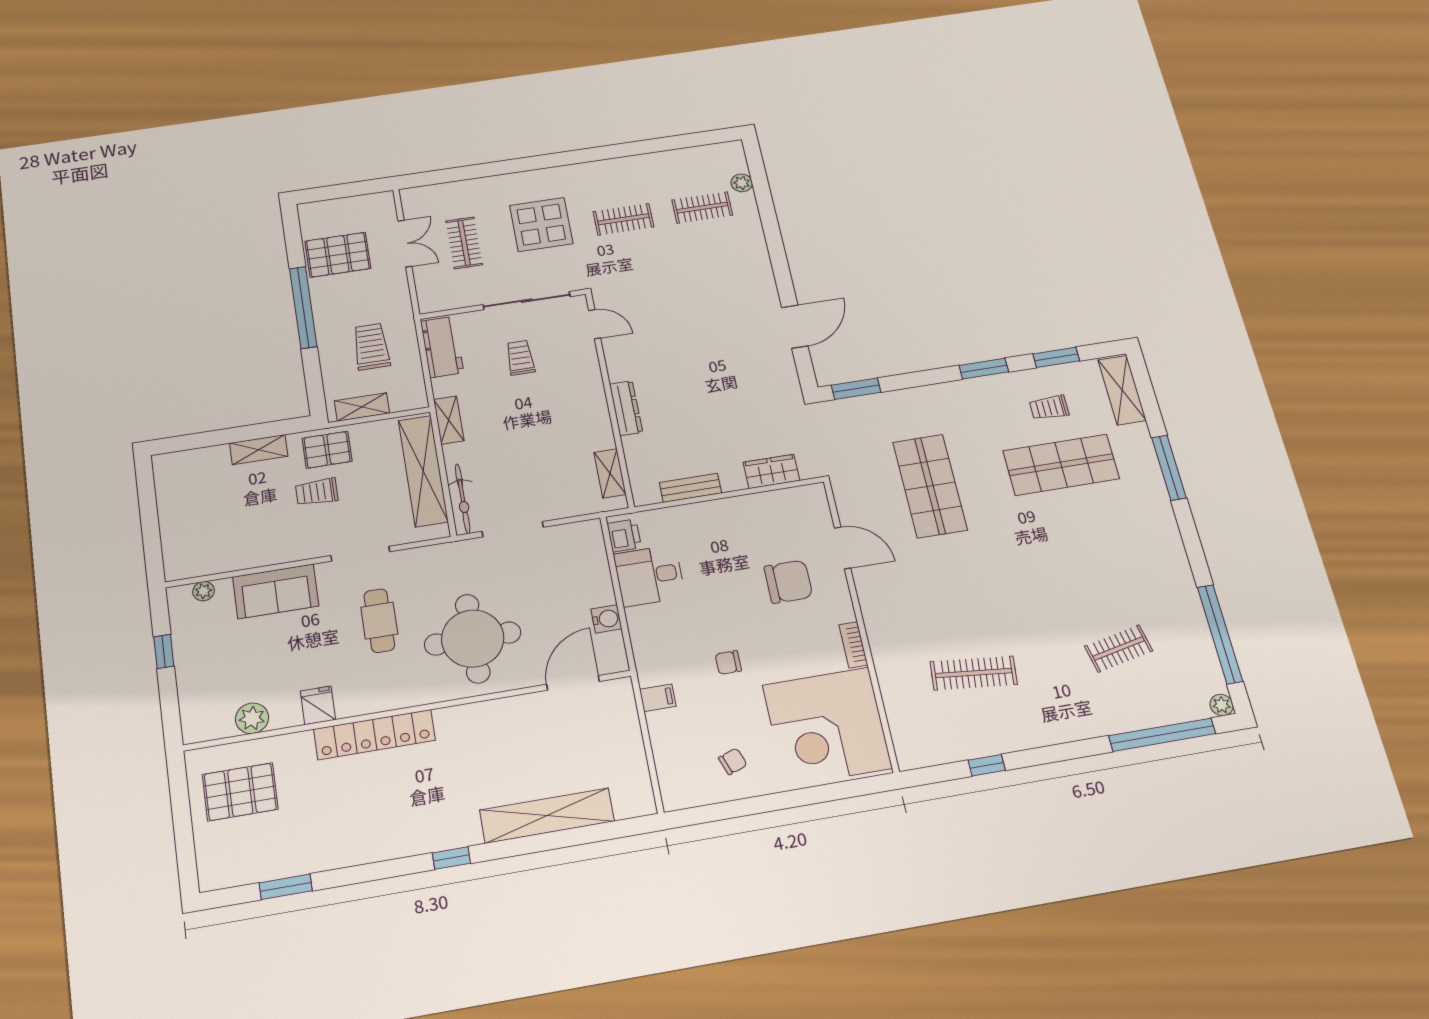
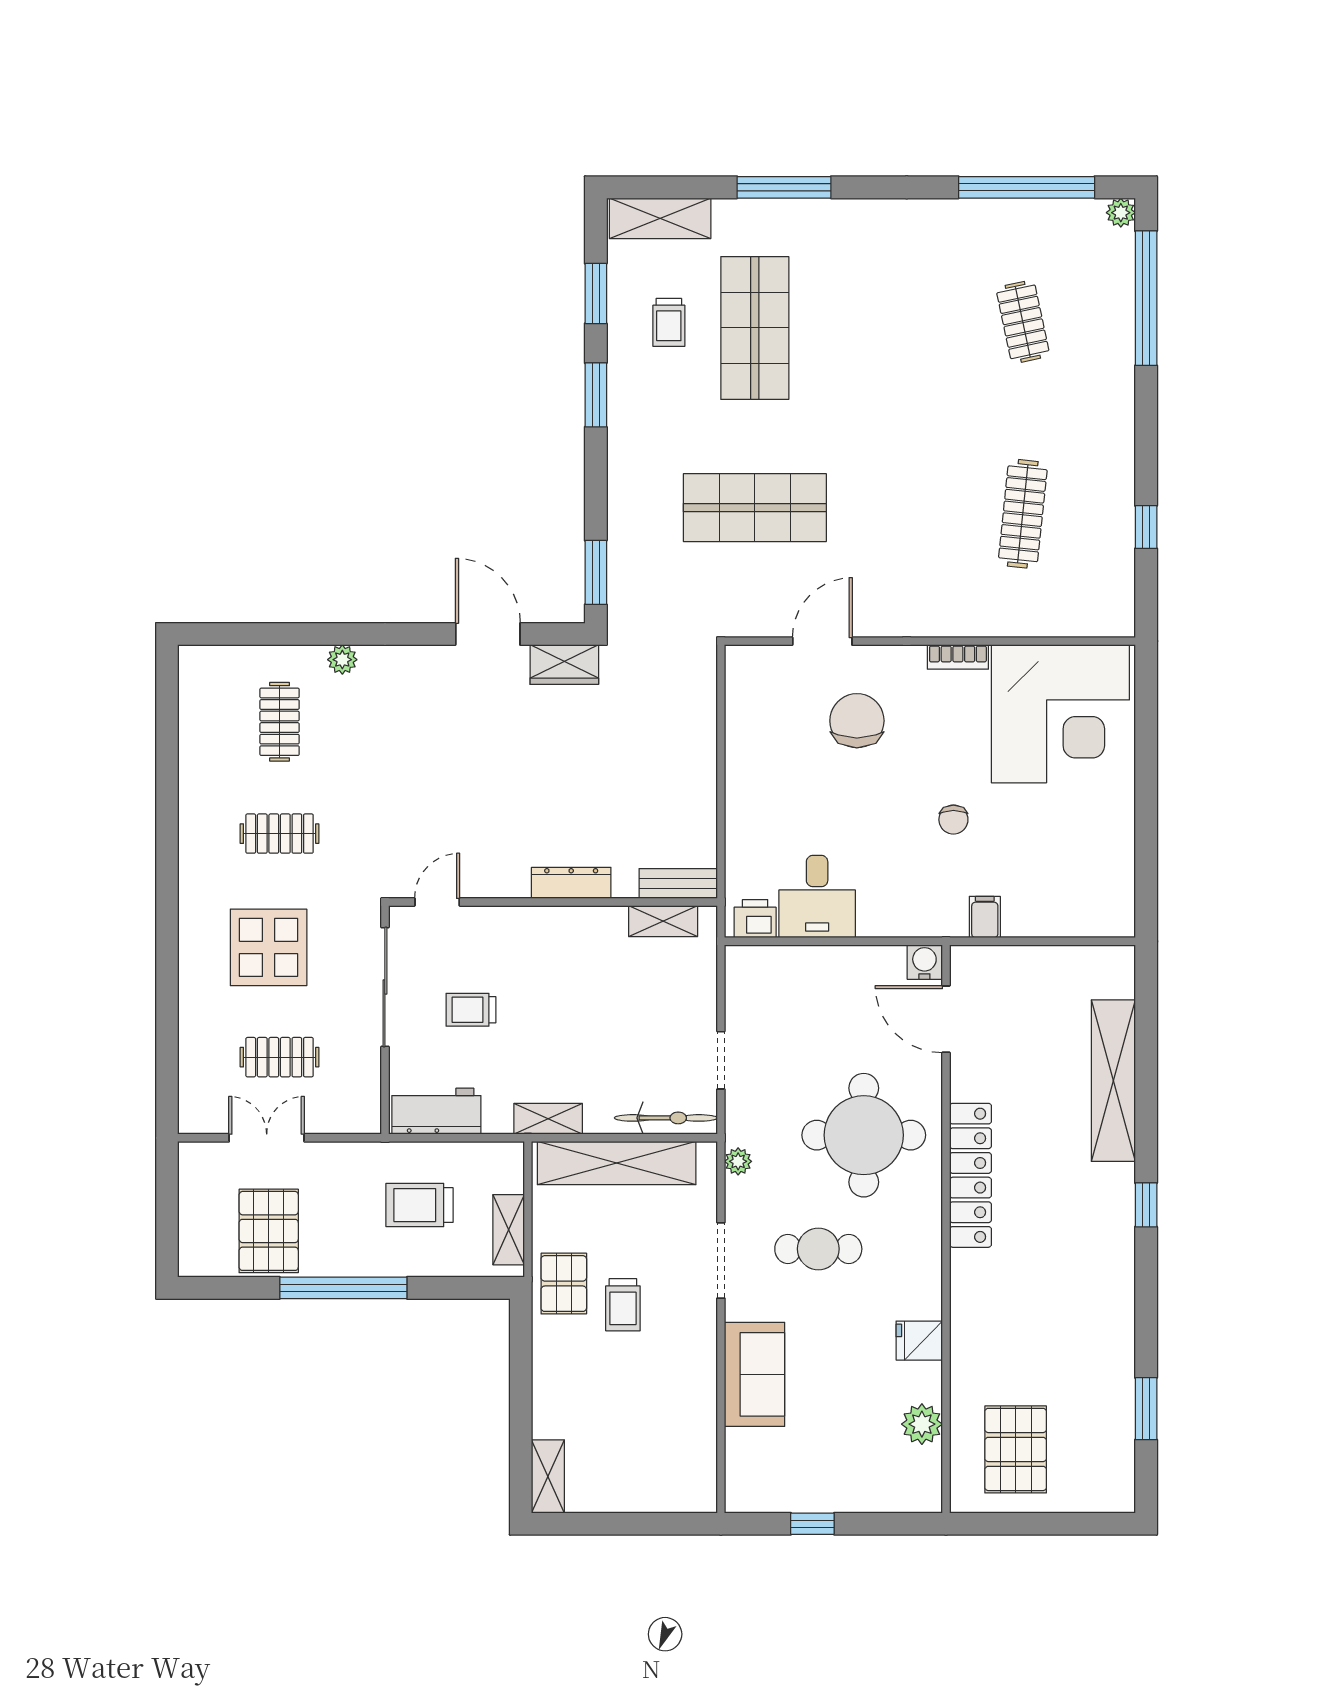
plant: (742, 183) -> (342, 660), moved
clothes rail: (623, 219) -> (280, 834), turned 90
shelving: (259, 450) -> (548, 1476), moved
wardrobe: (771, 471) -> (564, 665), moved, turned -90
bench: (690, 488) -> (678, 883), moved, turned 90
doorway: (513, 529) -> (721, 1060), width x0.73
plant: (204, 591) -> (738, 1161), moved
water cooler: (606, 619) -> (924, 962), moved
locker: (375, 735) -> (970, 1175), moved
chair: (733, 761) -> (1085, 840), removed

